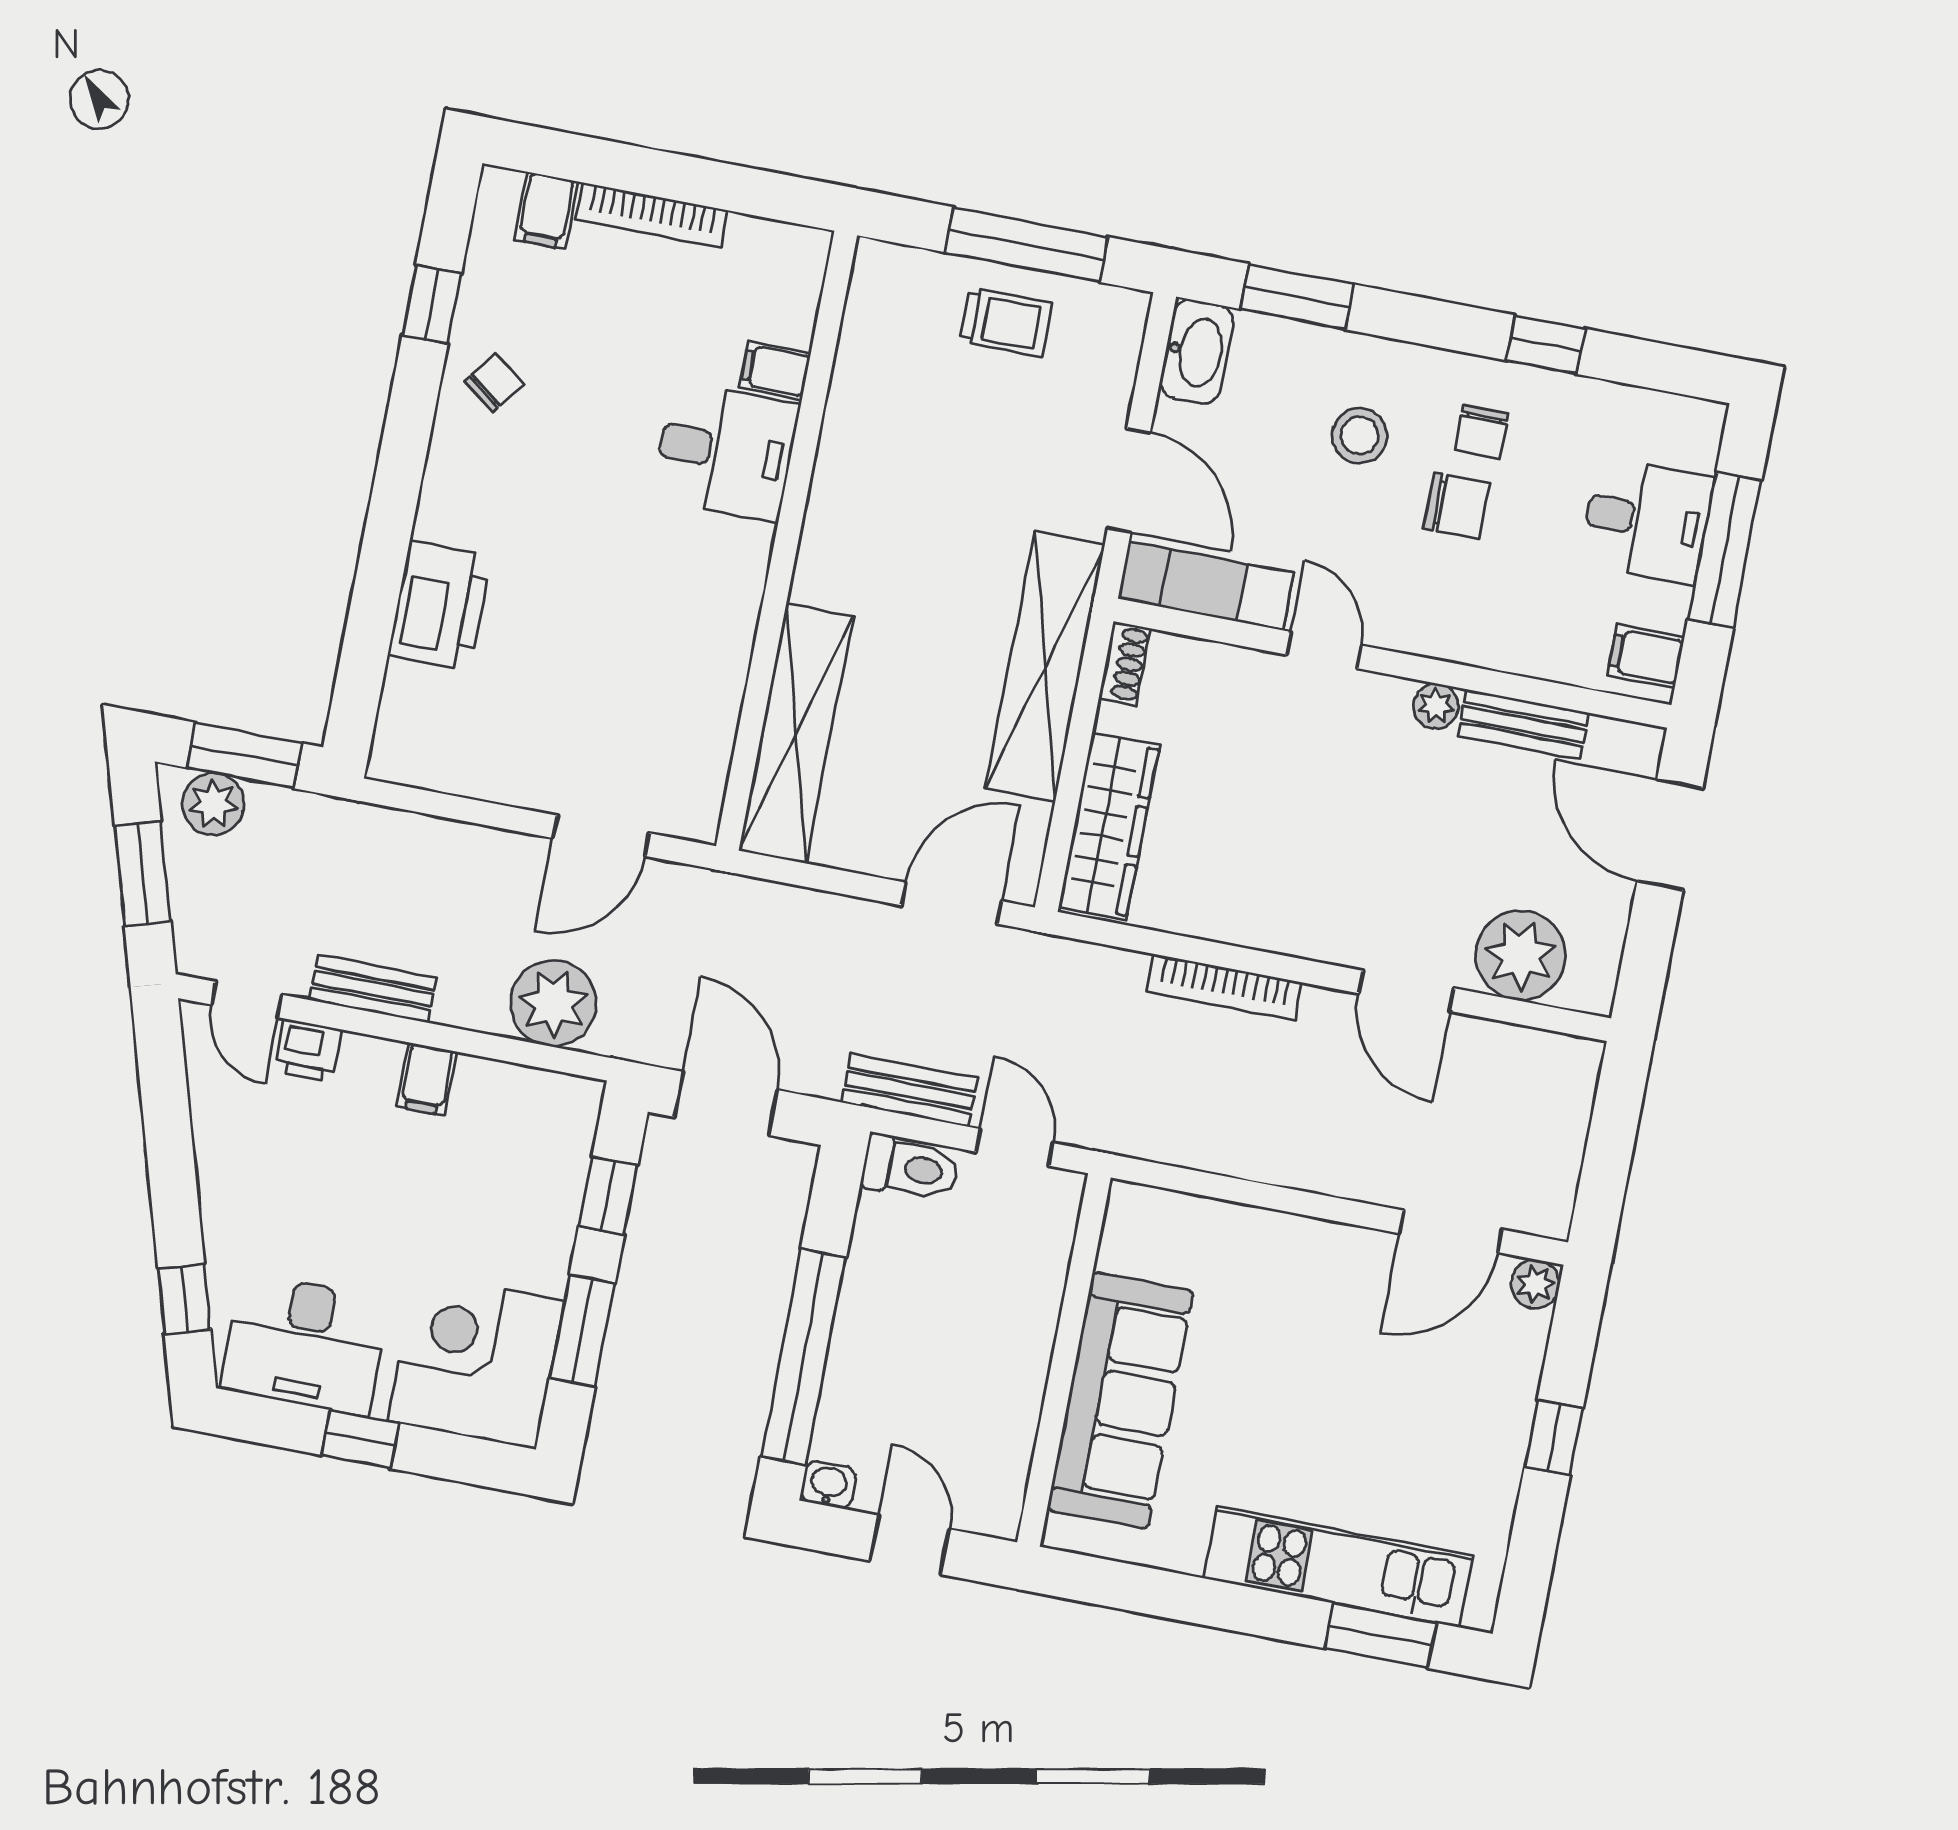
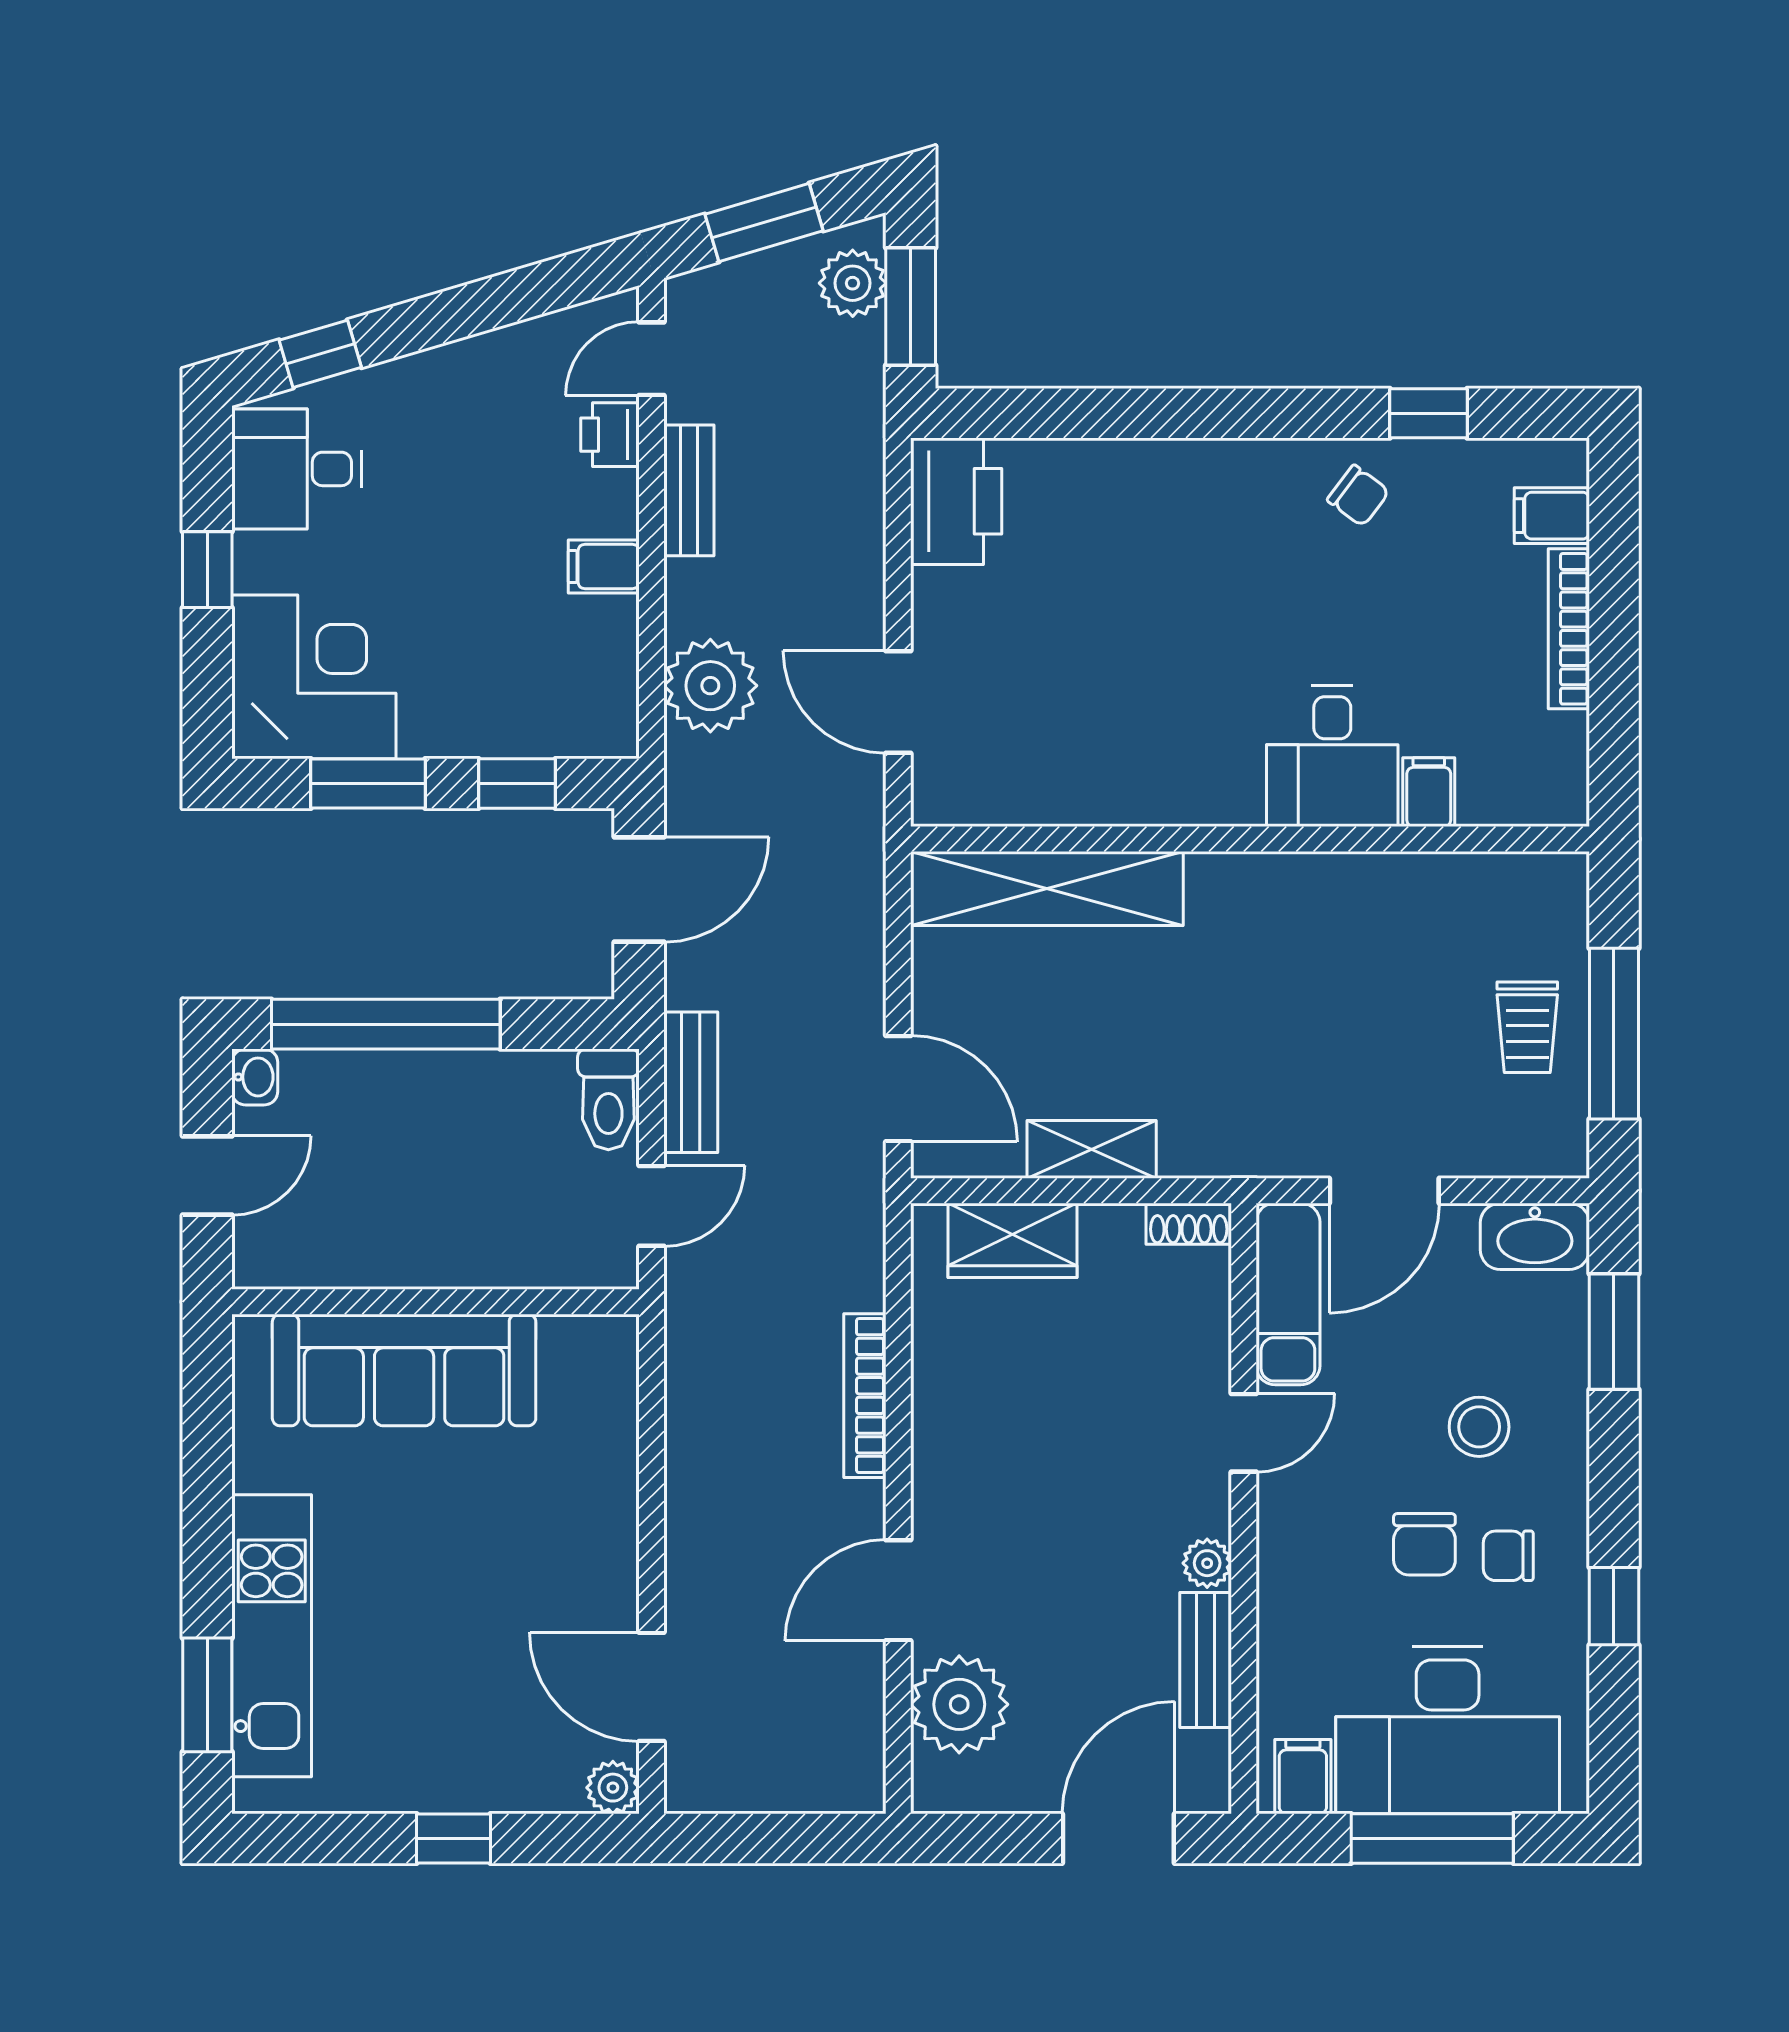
desk: (1647, 520) -> (1448, 1730), width x1.87, depth x1.30
printer: (440, 606) -> (956, 501), moved, turned -90
shelving: (1045, 666) -> (1092, 1149), width x0.45, depth x0.75
wardrobe: (1109, 826) -> (1012, 1240), width x0.67
desk: (305, 1344) -> (297, 469), width x0.73

